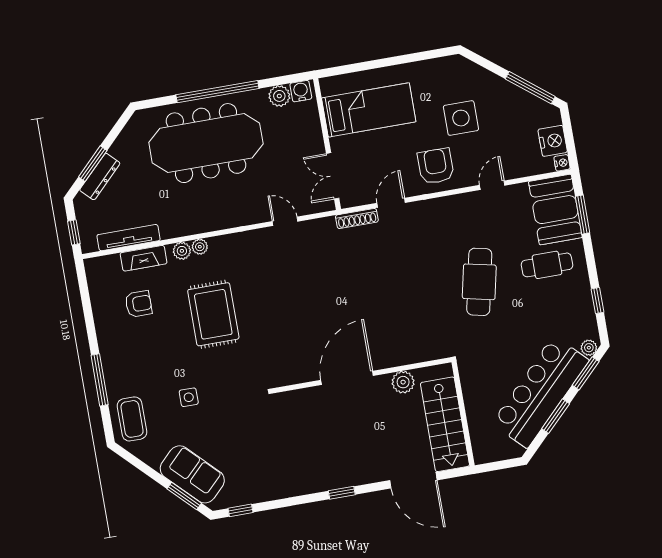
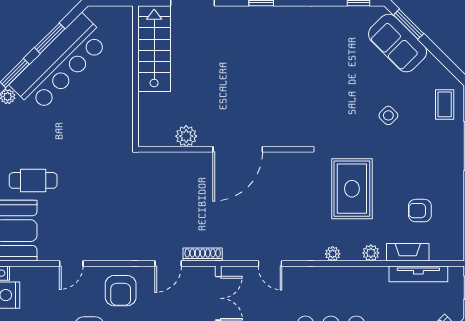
plant: (200, 247) -> (333, 254), moved
cafe table: (479, 282) -> (99, 176), removed
wall: (362, 375) -> (223, 149), moved
door: (347, 378) -> (238, 149), moved
plant: (403, 382) -> (186, 136), moved
side table: (189, 397) -> (388, 115), turned 45
coffee table: (132, 419) -> (445, 104), width x0.73, depth x0.77

